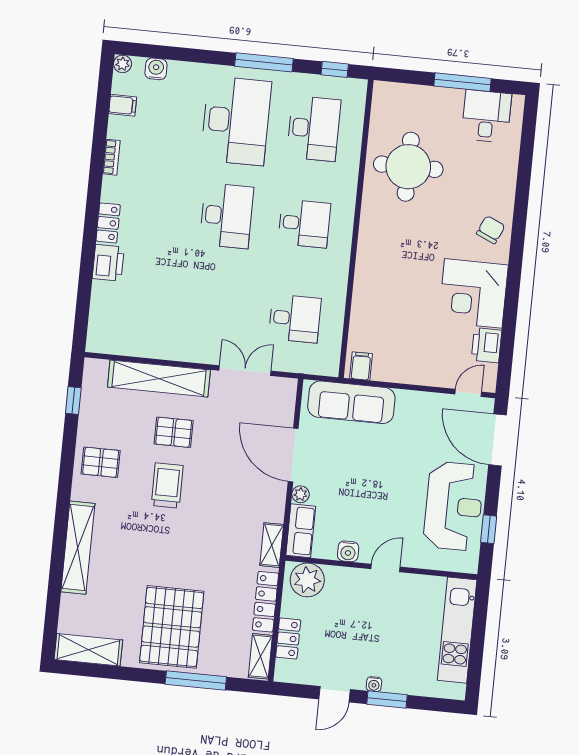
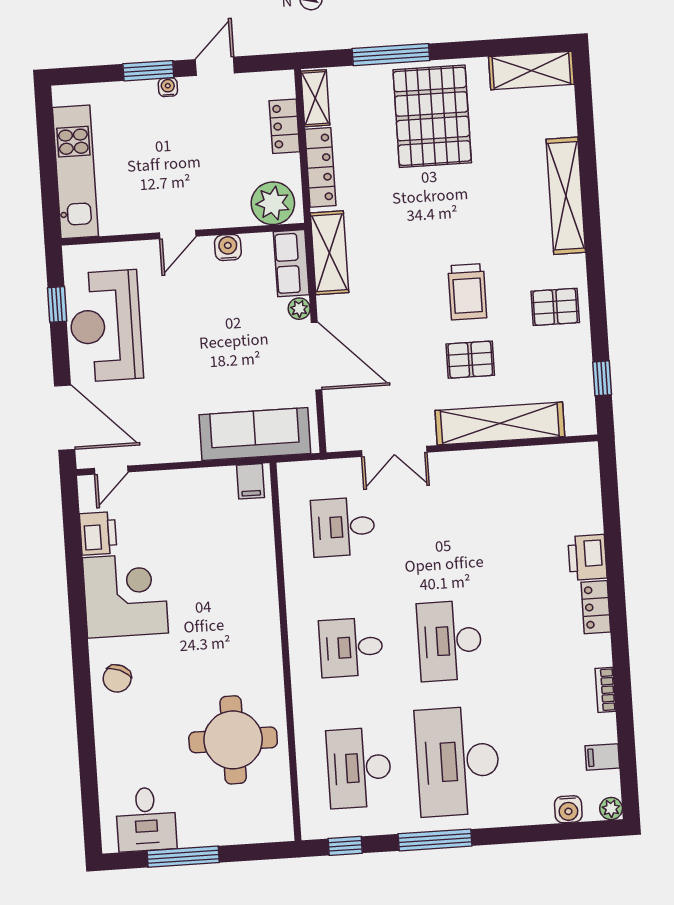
shelving: (272, 545) -> (330, 253), width x1.50, depth x1.33

